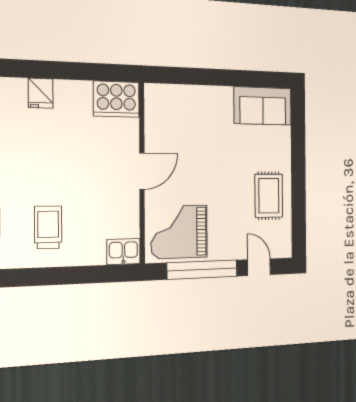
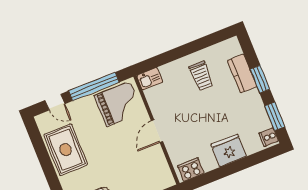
fridge: (41, 93) -> (229, 150), width x1.88, depth x1.34
cooker: (116, 99) -> (191, 169), width x0.73, depth x0.76
rug: (269, 196) -> (66, 150), width x1.36, depth x1.43

